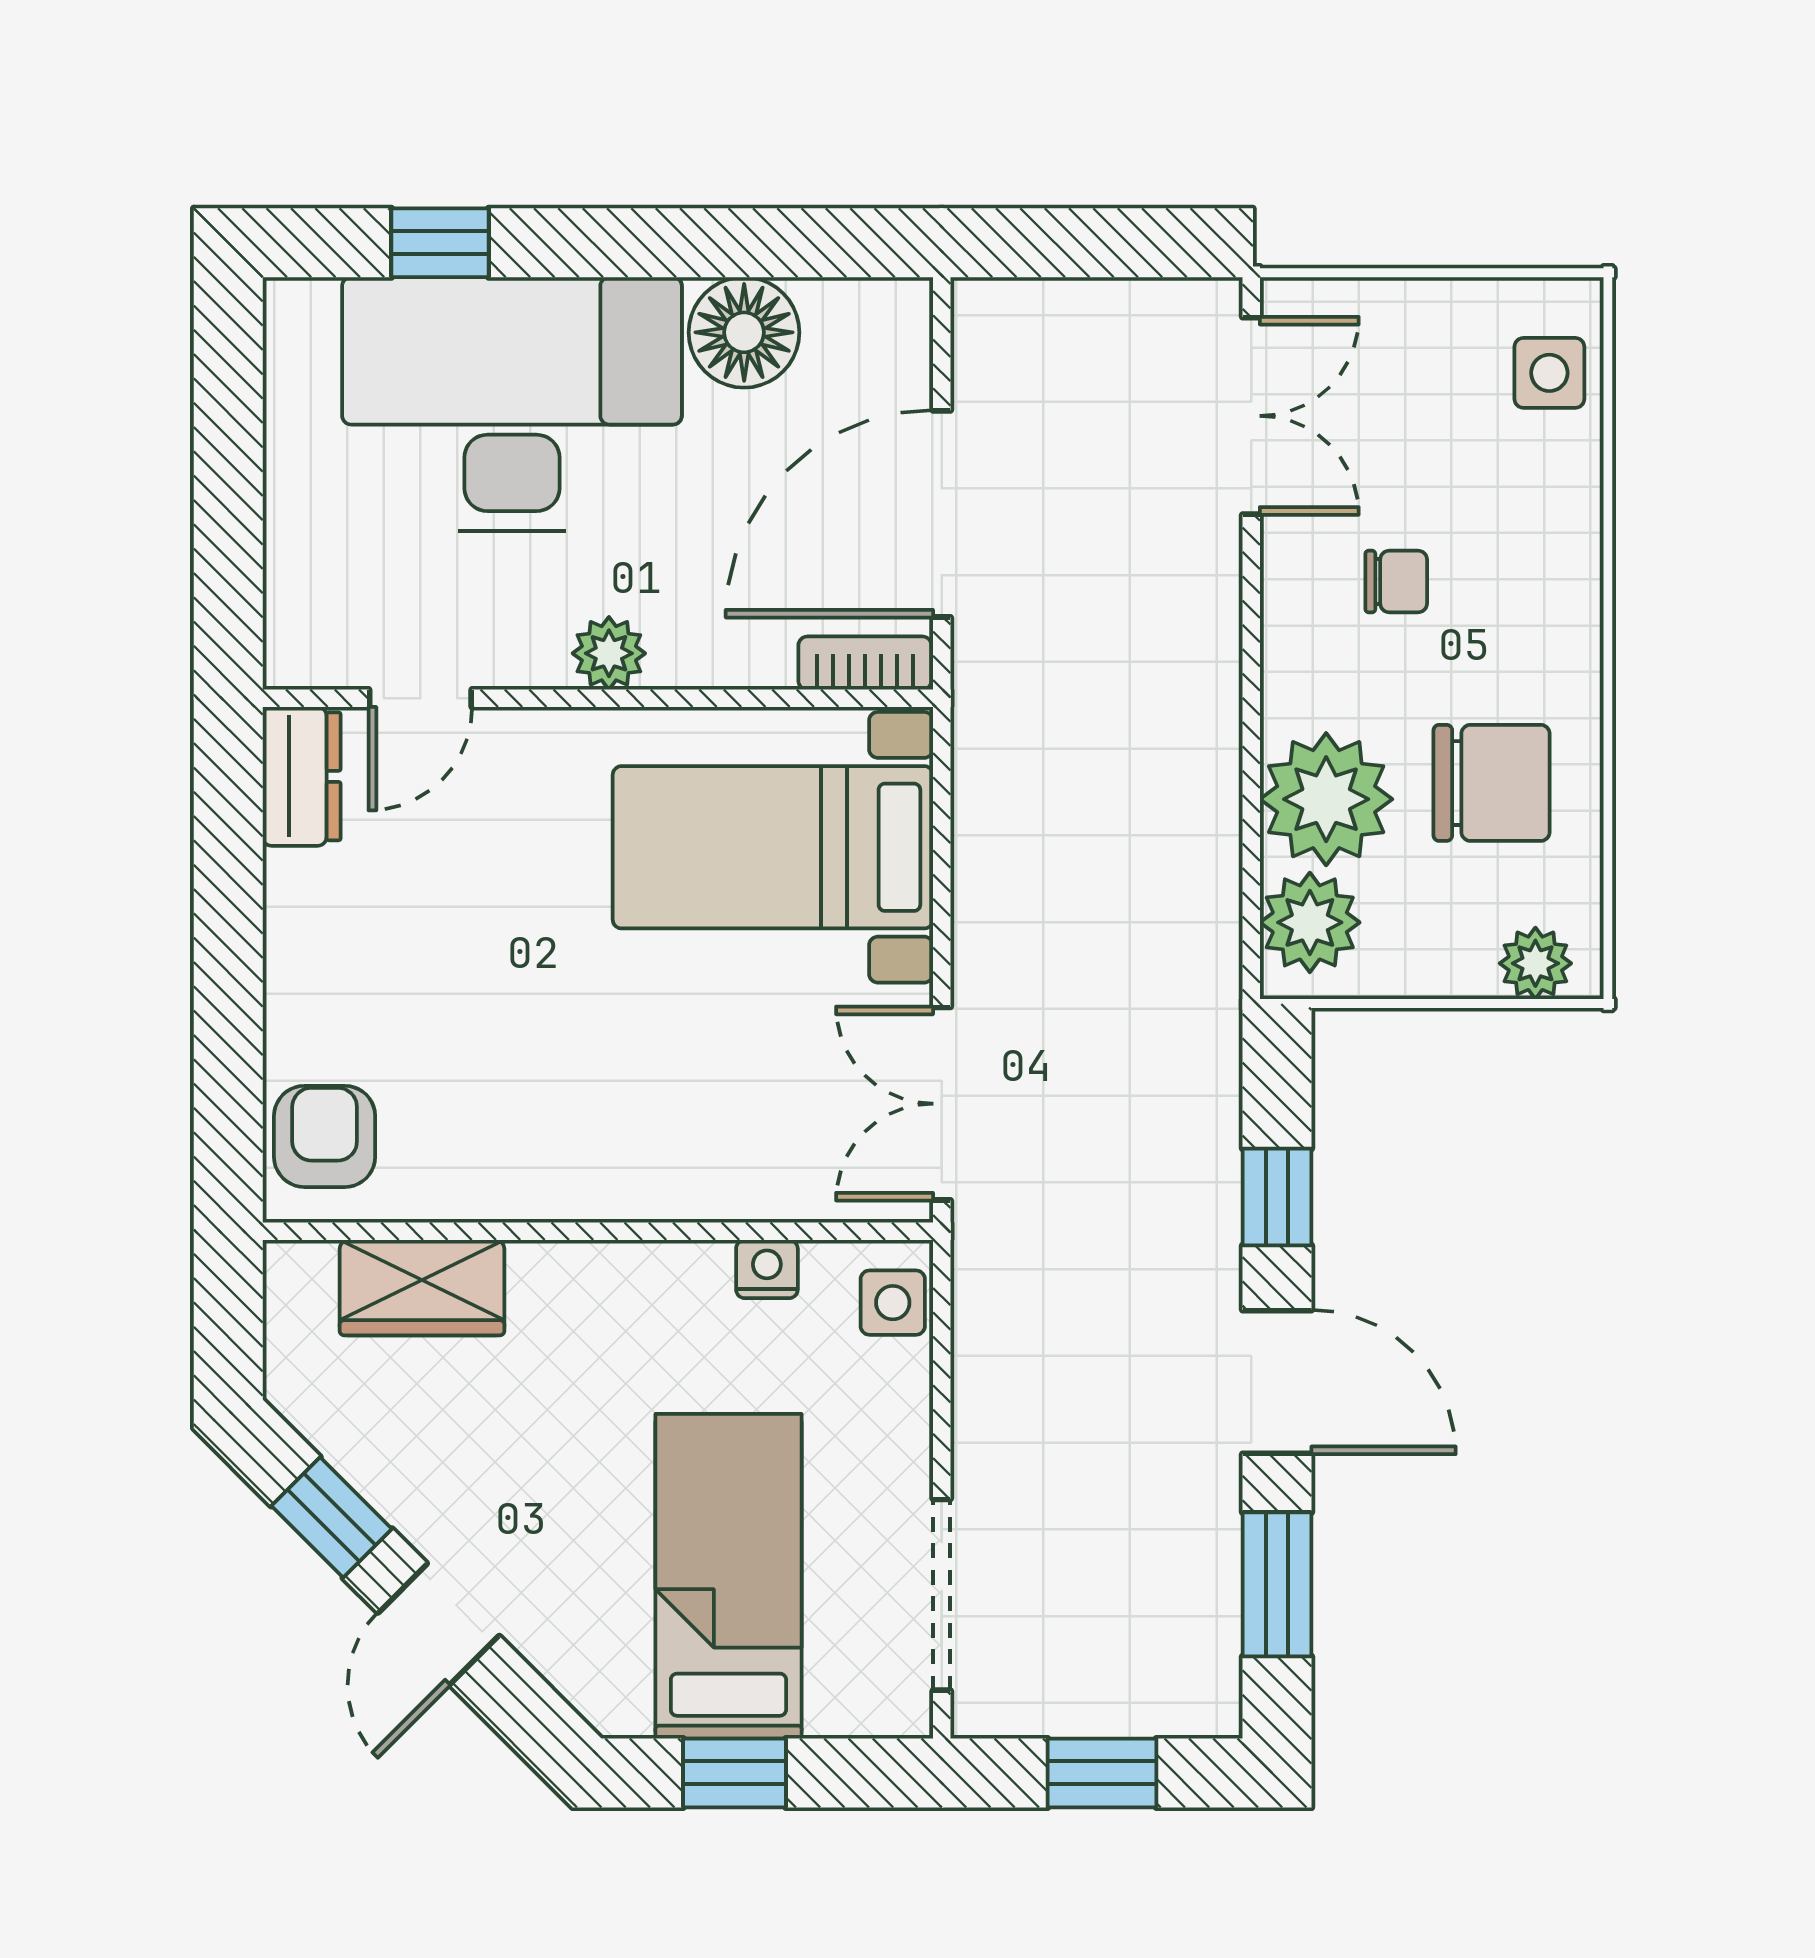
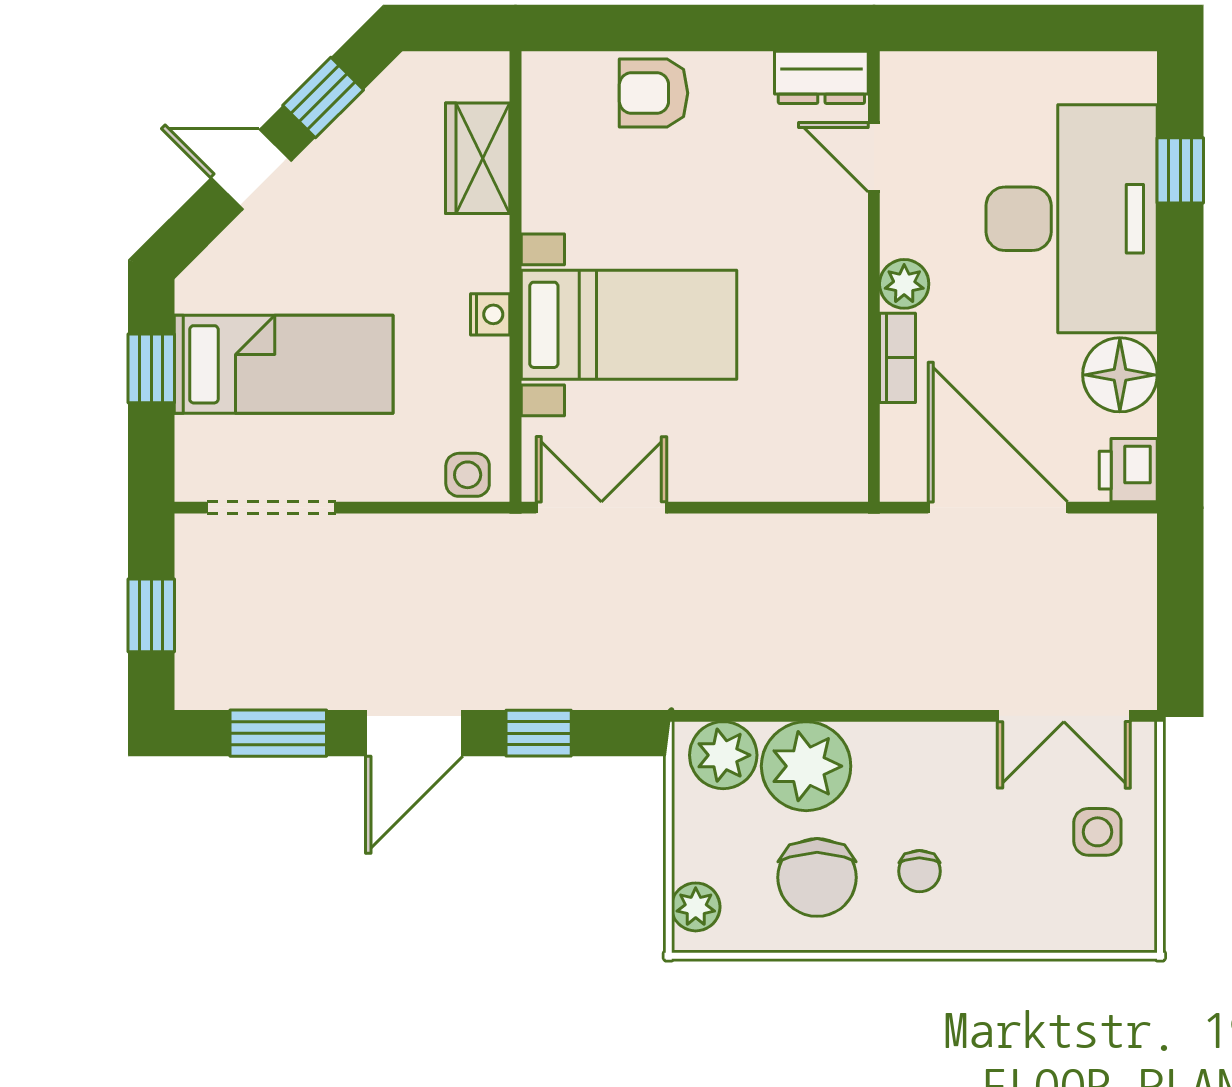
printer: (886, 320) -> (1128, 470), added
side table: (1549, 373) -> (1097, 832), moved
chair: (1396, 582) -> (919, 871), moved
bookcase: (865, 663) -> (898, 358), moved
bed with nightstands: (773, 847) -> (629, 325), moved, turned 90
armchair: (325, 1136) -> (654, 93), moved, turned 180
nightstand: (767, 1269) -> (490, 314), moved

